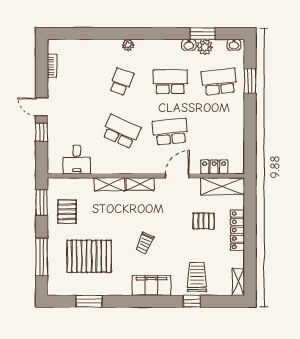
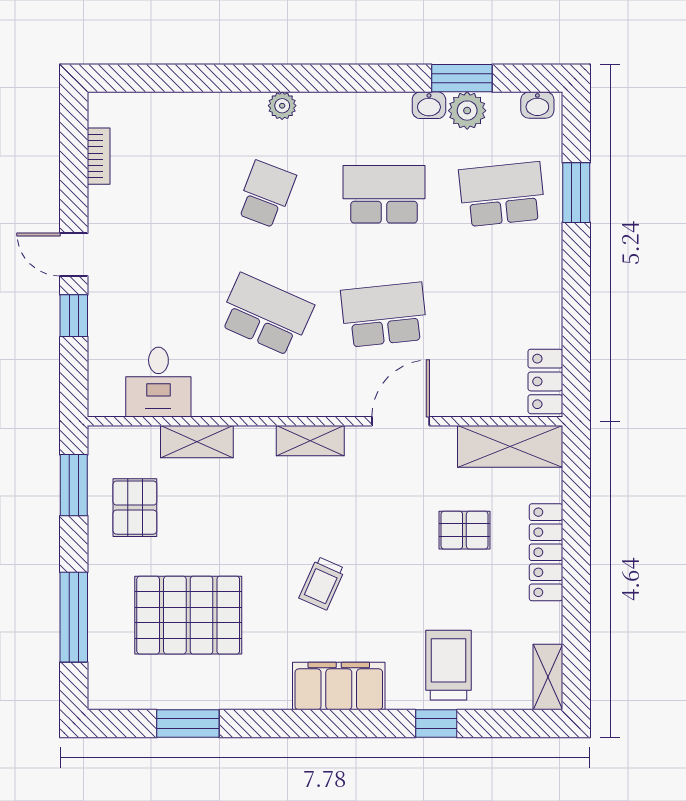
locker: (214, 167) -> (545, 381), moved, turned -90
shelving: (109, 184) -> (197, 442), moved

